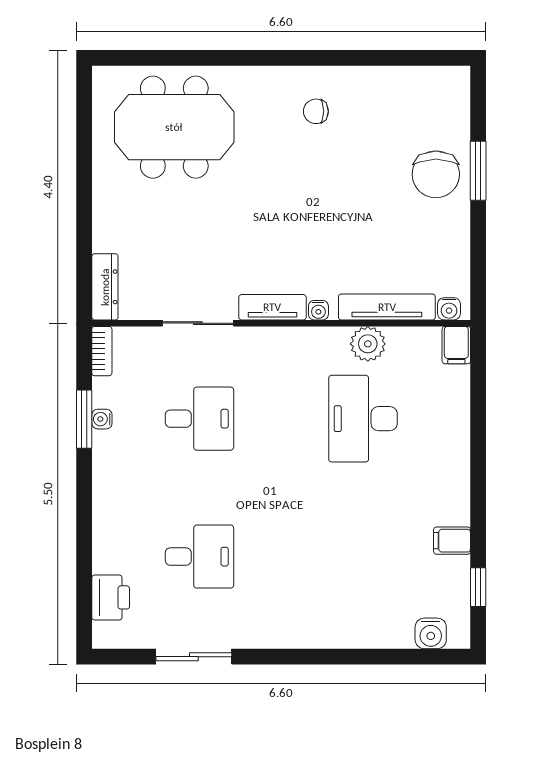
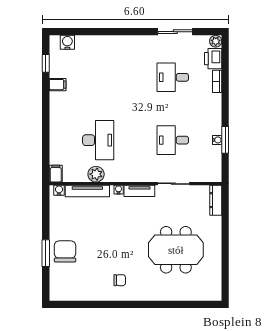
meeting table: (174, 127) -> (176, 250), moved
bookcase: (102, 351) -> (217, 81), moved
plant: (105, 636) -> (216, 41), added

